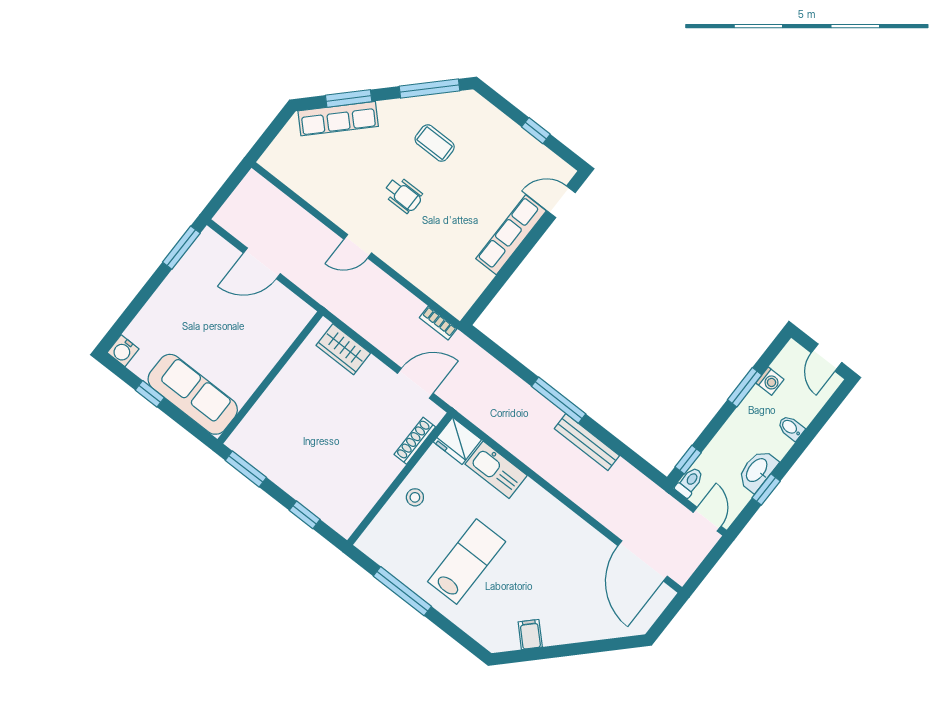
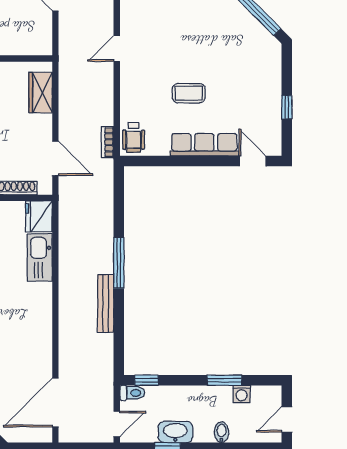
coffee table: (435, 143) -> (189, 93), moved, turned 90
wheelchair: (403, 195) -> (134, 137), moved
door: (358, 246) -> (117, 48), hinge flipped

